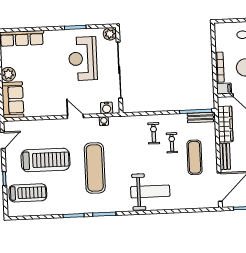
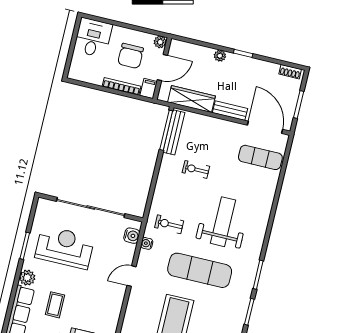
plant: (110, 34) -> (27, 278), moved
reception desk: (83, 59) -> (65, 247), turned 180
coffee table: (36, 64) -> (55, 305), added
bench: (200, 117) -> (174, 132), width x1.36
exercise bike: (154, 133) -> (169, 224), moved
exercise mat: (194, 157) -> (260, 157), moved
weight bench: (150, 191) -> (223, 222), moved

